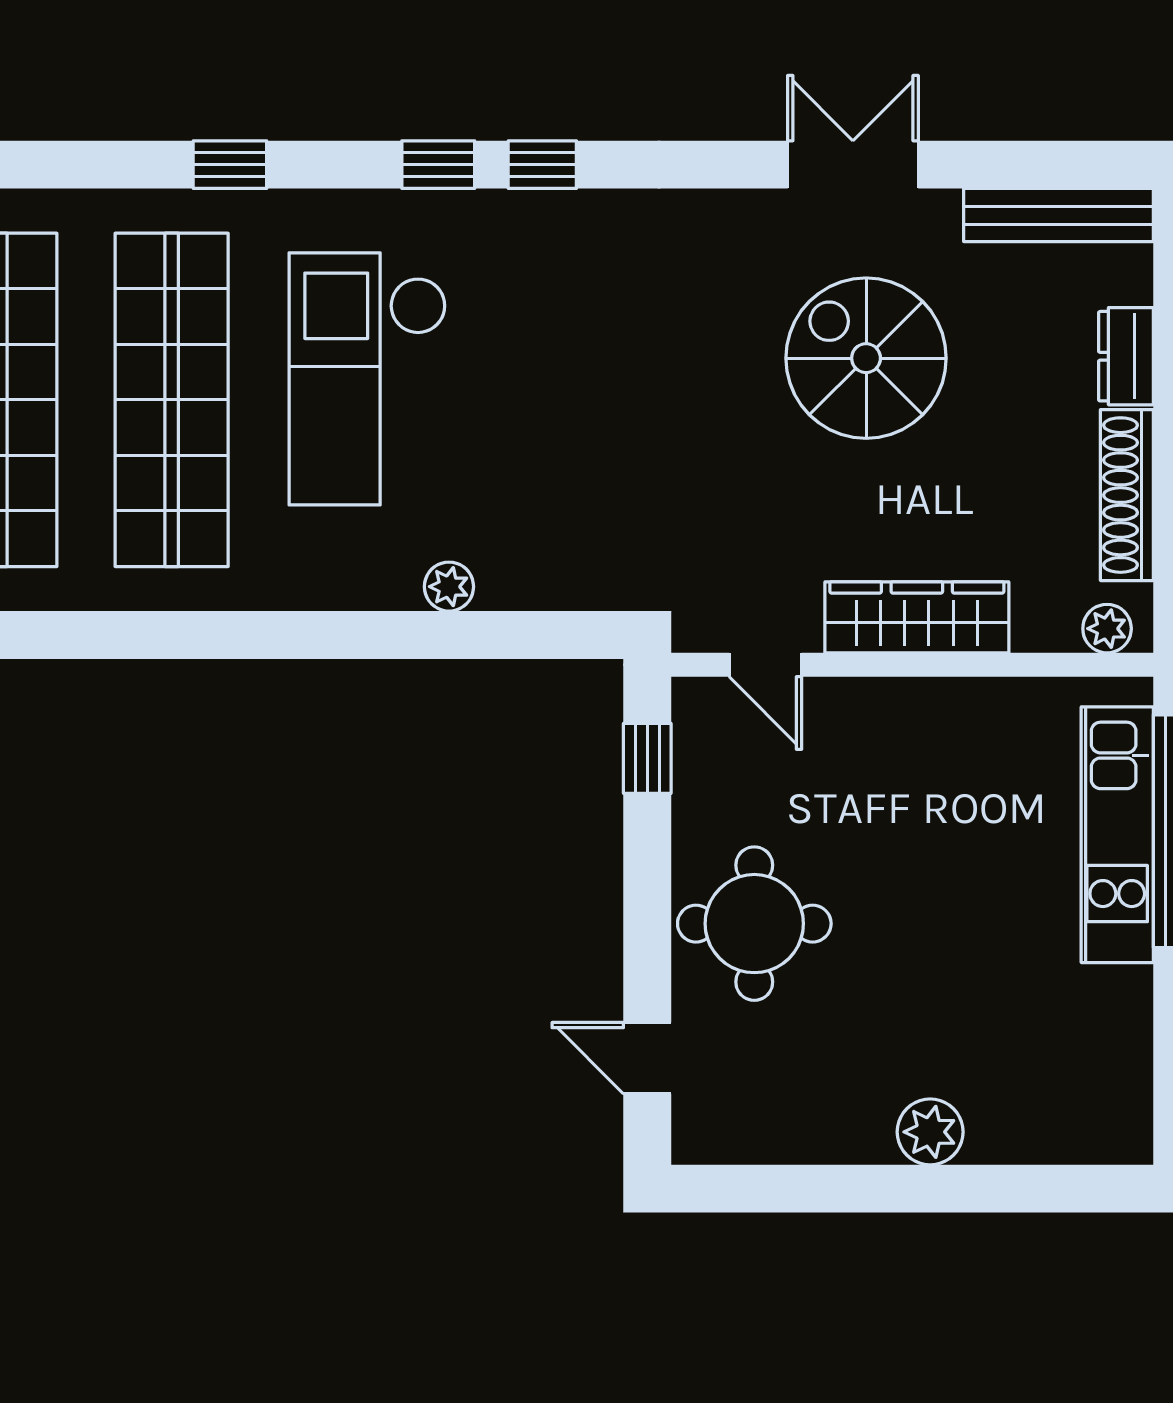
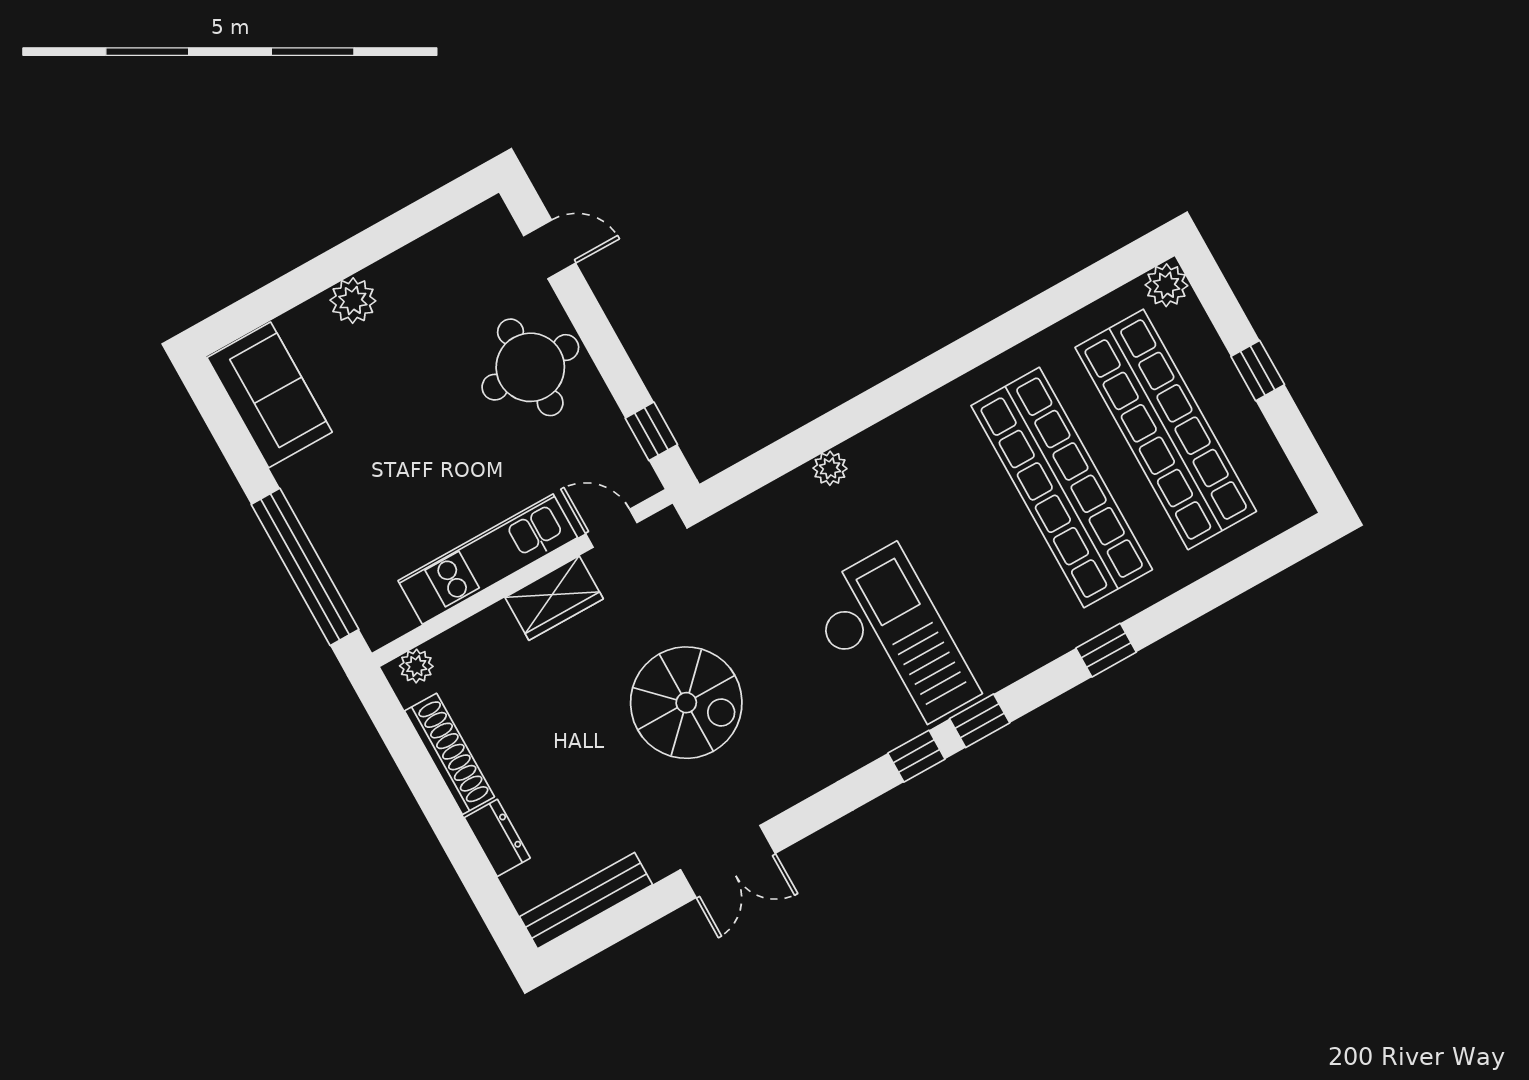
spiral stairs: (866, 358) -> (686, 703), moved
checkout: (368, 379) -> (892, 644), moved
wardrobe: (917, 617) -> (554, 598), width x0.67
kitchen unit: (1117, 835) -> (488, 559), moved, turned -90
sofa: (1101, 1072) -> (270, 395), added

